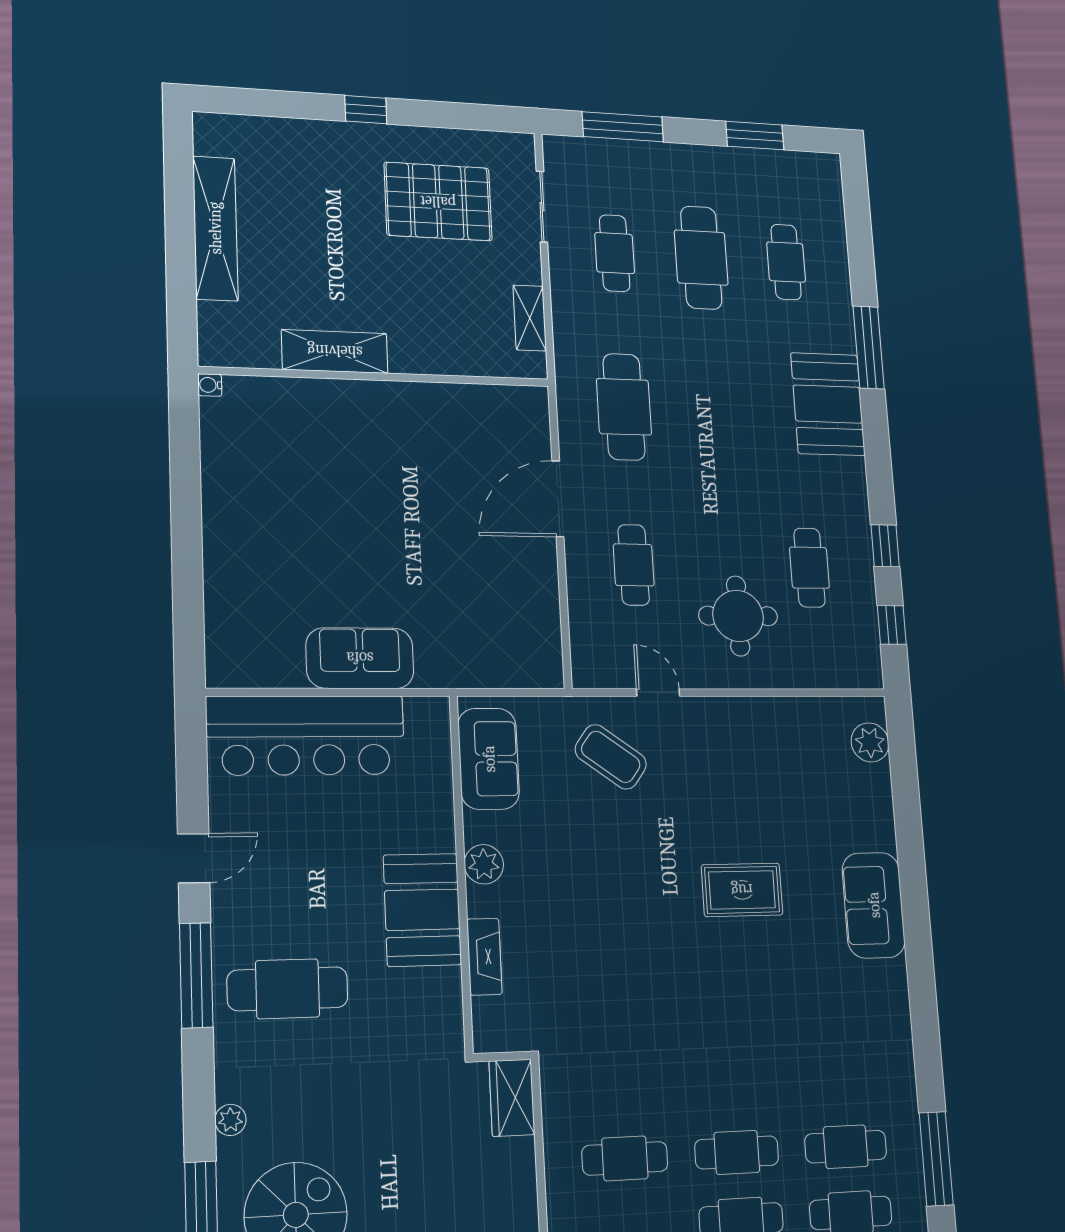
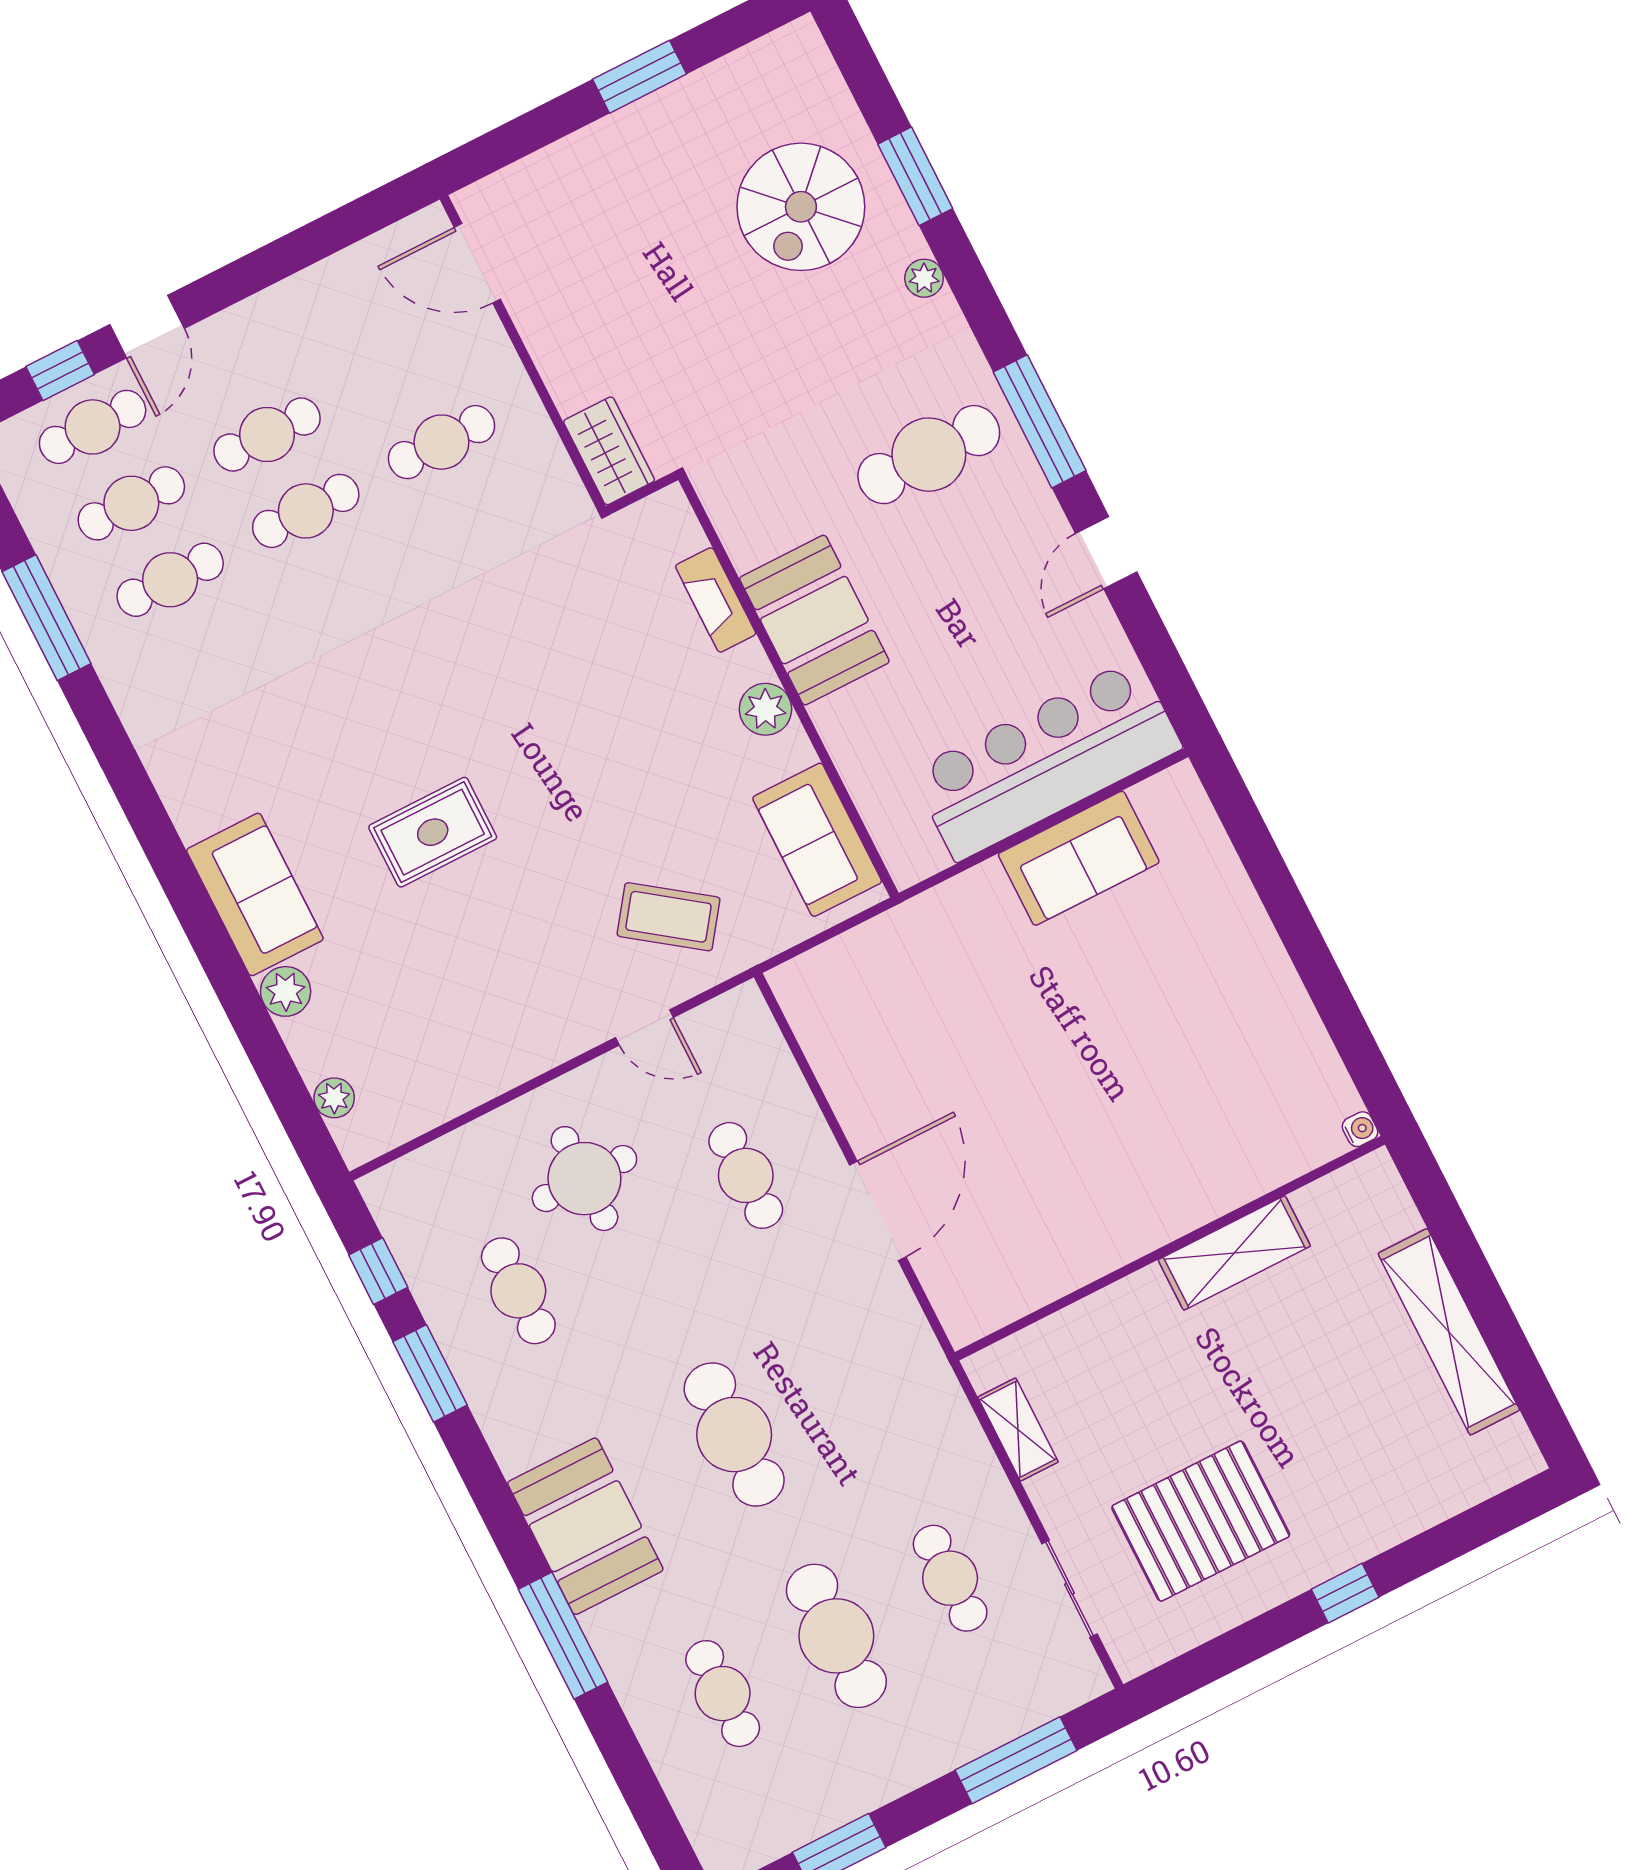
cafe table: (624, 407) -> (734, 1435), moved
window: (885, 546) -> (430, 1373), width x1.50
sofa: (360, 658) -> (1079, 858), moved
plant: (870, 742) -> (334, 1098), width x0.73, depth x0.73
plant: (879, 832) -> (286, 991), added

